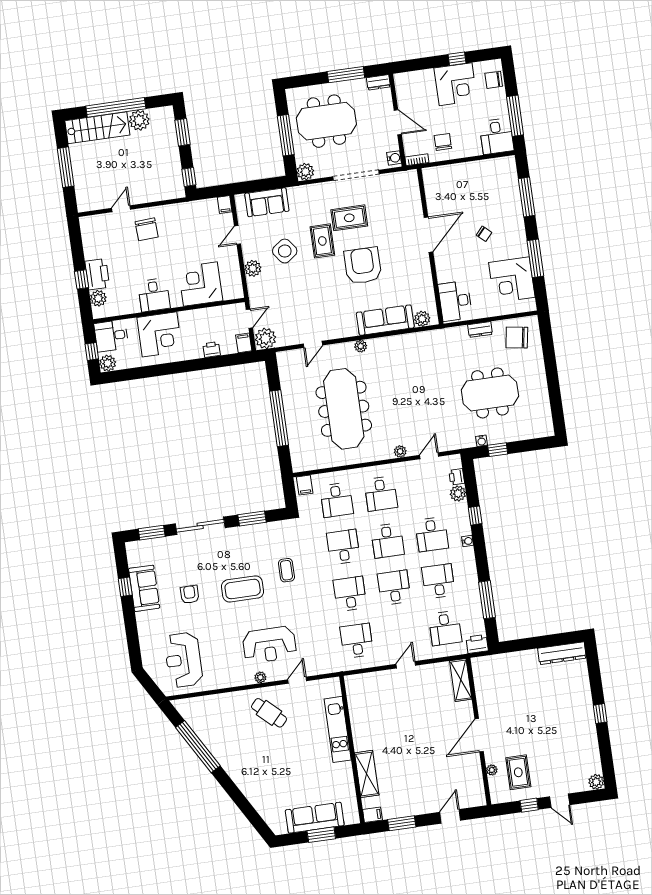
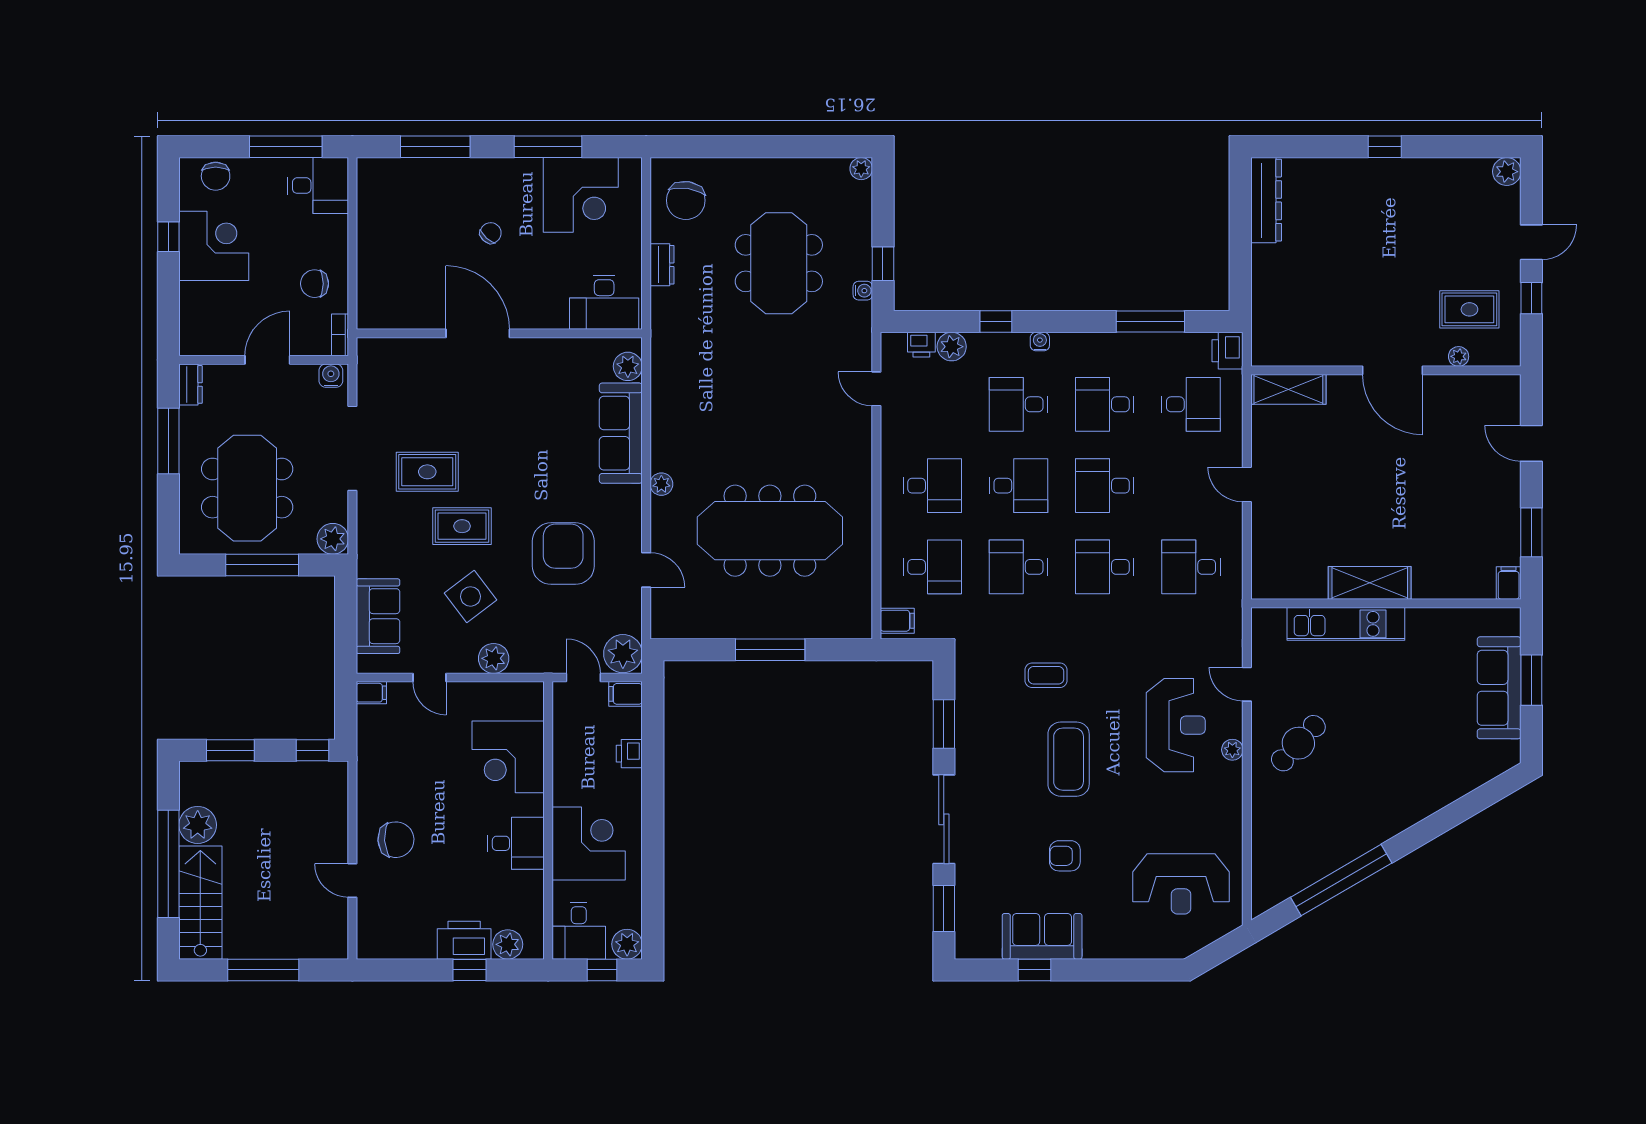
rug: (349, 218) -> (427, 472), turned 90
armchair: (363, 266) -> (563, 554), moved, turned 90
window: (279, 418) -> (770, 650), width x0.68
plant: (400, 451) -> (861, 169), moved
desk: (432, 534) -> (1018, 404), turned 180
shelving: (367, 774) -> (1370, 583), moved

